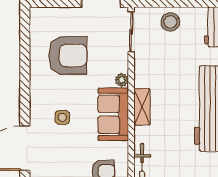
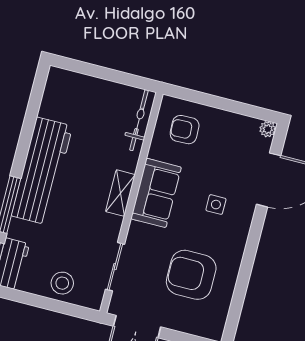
sliding door: (131, 32) -> (115, 267), moved
plant: (122, 80) -> (136, 230), removed

